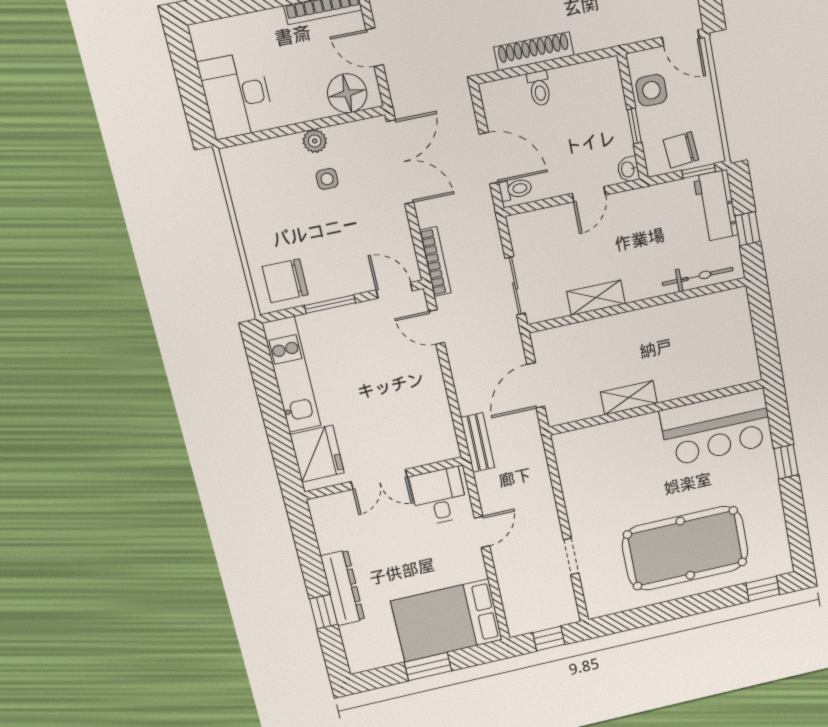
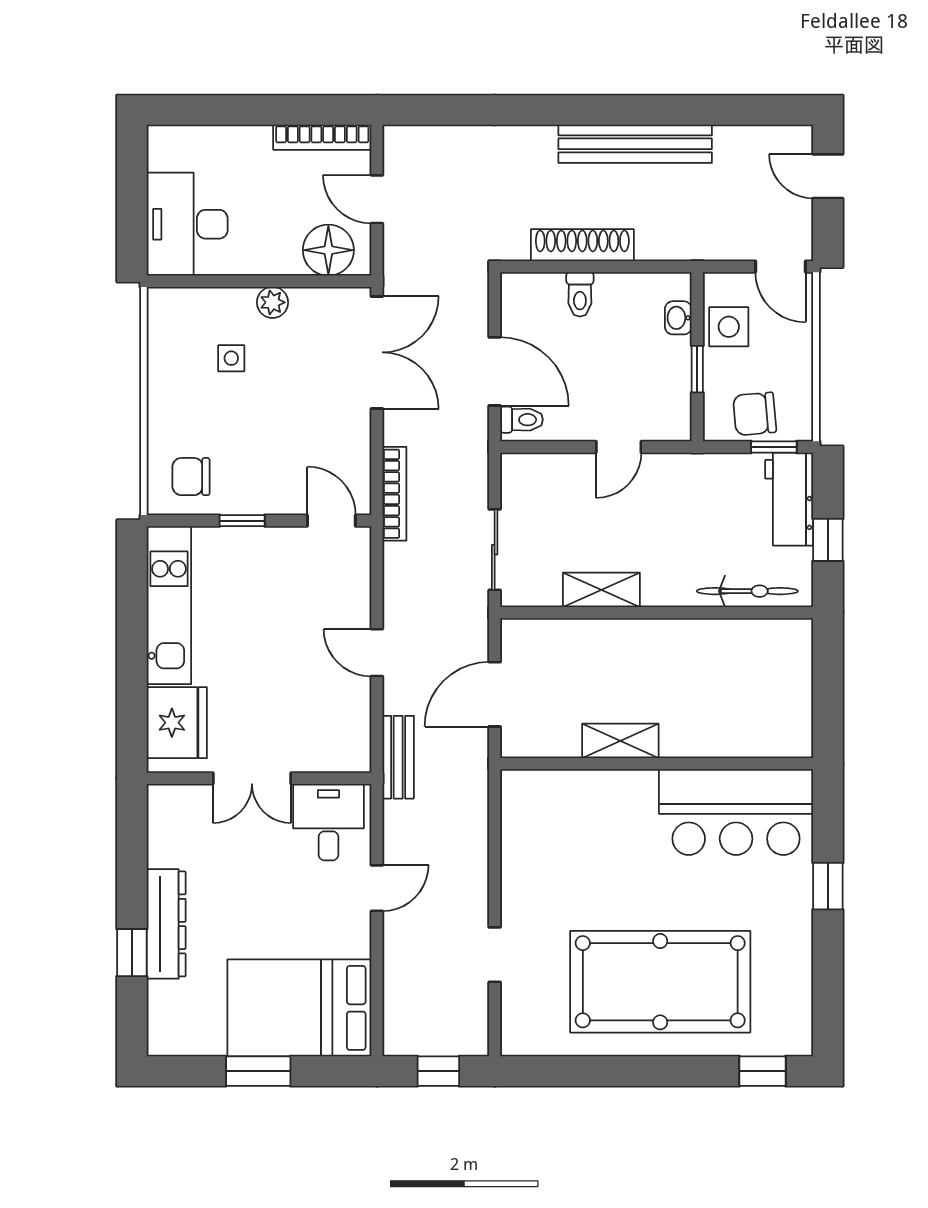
washbasin: (628, 169) -> (678, 318), moved
side table: (327, 179) -> (231, 358), moved
chair: (285, 281) -> (191, 477), width x0.73, depth x0.73
window: (330, 304) -> (242, 521), width x0.67
door: (437, 327) -> (377, 653), moved

